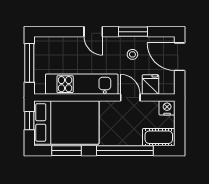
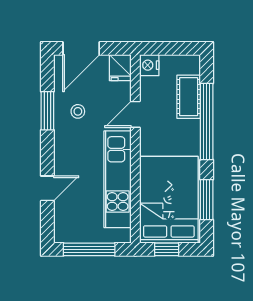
door: (93, 32) -> (47, 188), moved
fridge: (150, 85) -> (120, 68), moved, turned -90
cot: (159, 137) -> (189, 97), moved

